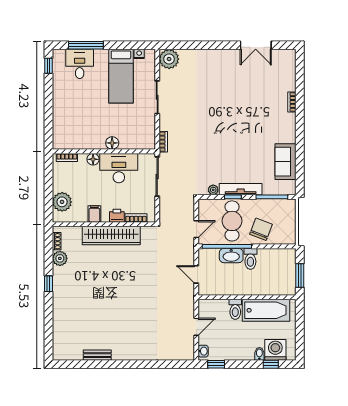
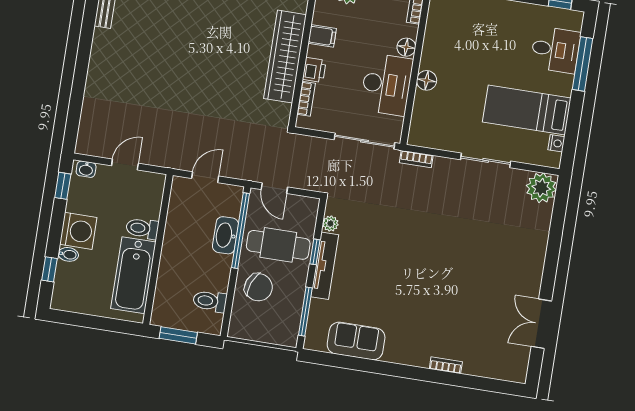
toilet: (250, 259) -> (210, 301), moved
door: (196, 327) -> (125, 165), swing flipped
washing machine: (275, 350) -> (78, 231), moved

